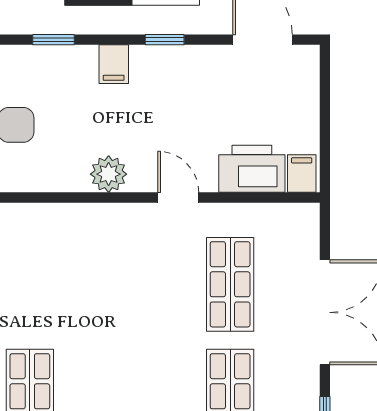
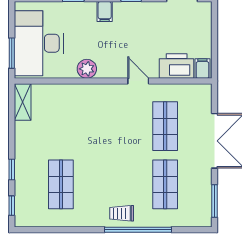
plant: (109, 174) -> (87, 69), moved

